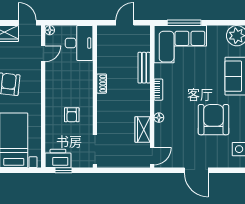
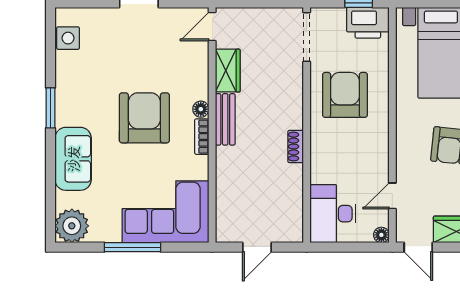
window: (184, 23) -> (132, 247), moved
bench: (144, 68) -> (225, 119), moved
armchair: (72, 115) -> (345, 95), width x1.88, depth x1.88
floor lamp: (159, 118) -> (201, 109), moved
armchair: (213, 120) -> (144, 118), moved, turned 180

